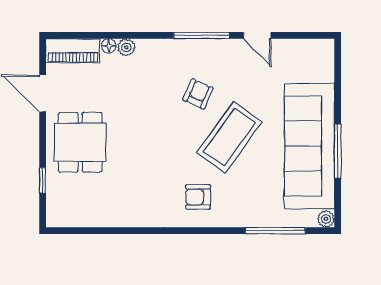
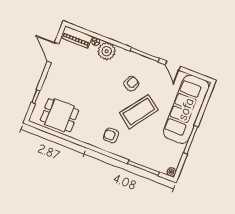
plant: (126, 47) -> (107, 51), width x1.87, depth x1.87
dining table: (80, 142) -> (59, 115), moved, turned 90
sofa: (310, 146) -> (186, 109), moved

